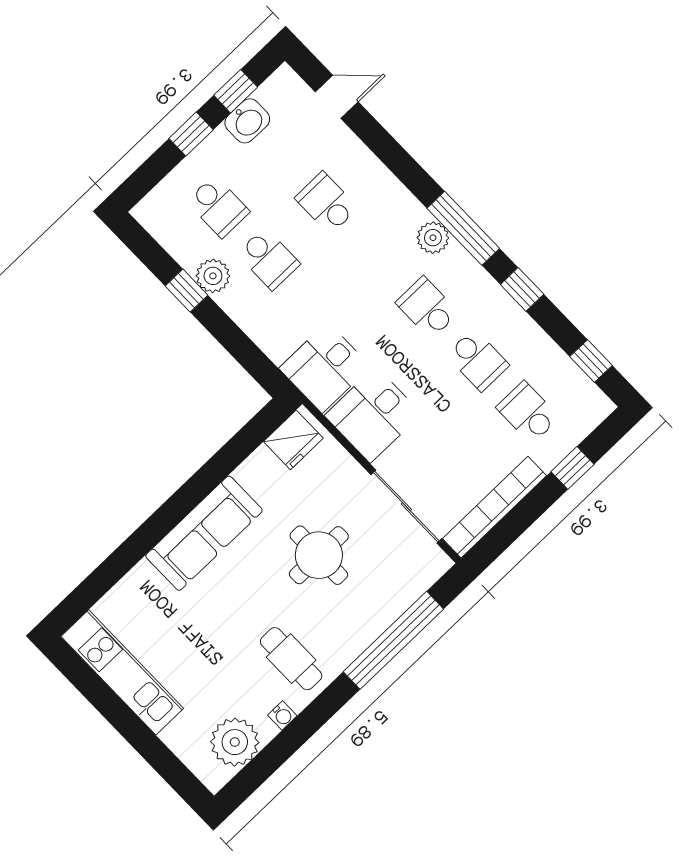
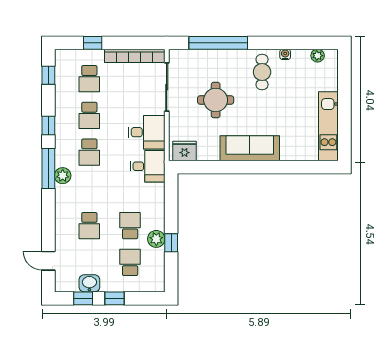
school desk: (478, 360) -> (89, 115), turned 180
plant: (235, 742) -> (318, 56), width x0.53, depth x0.53

